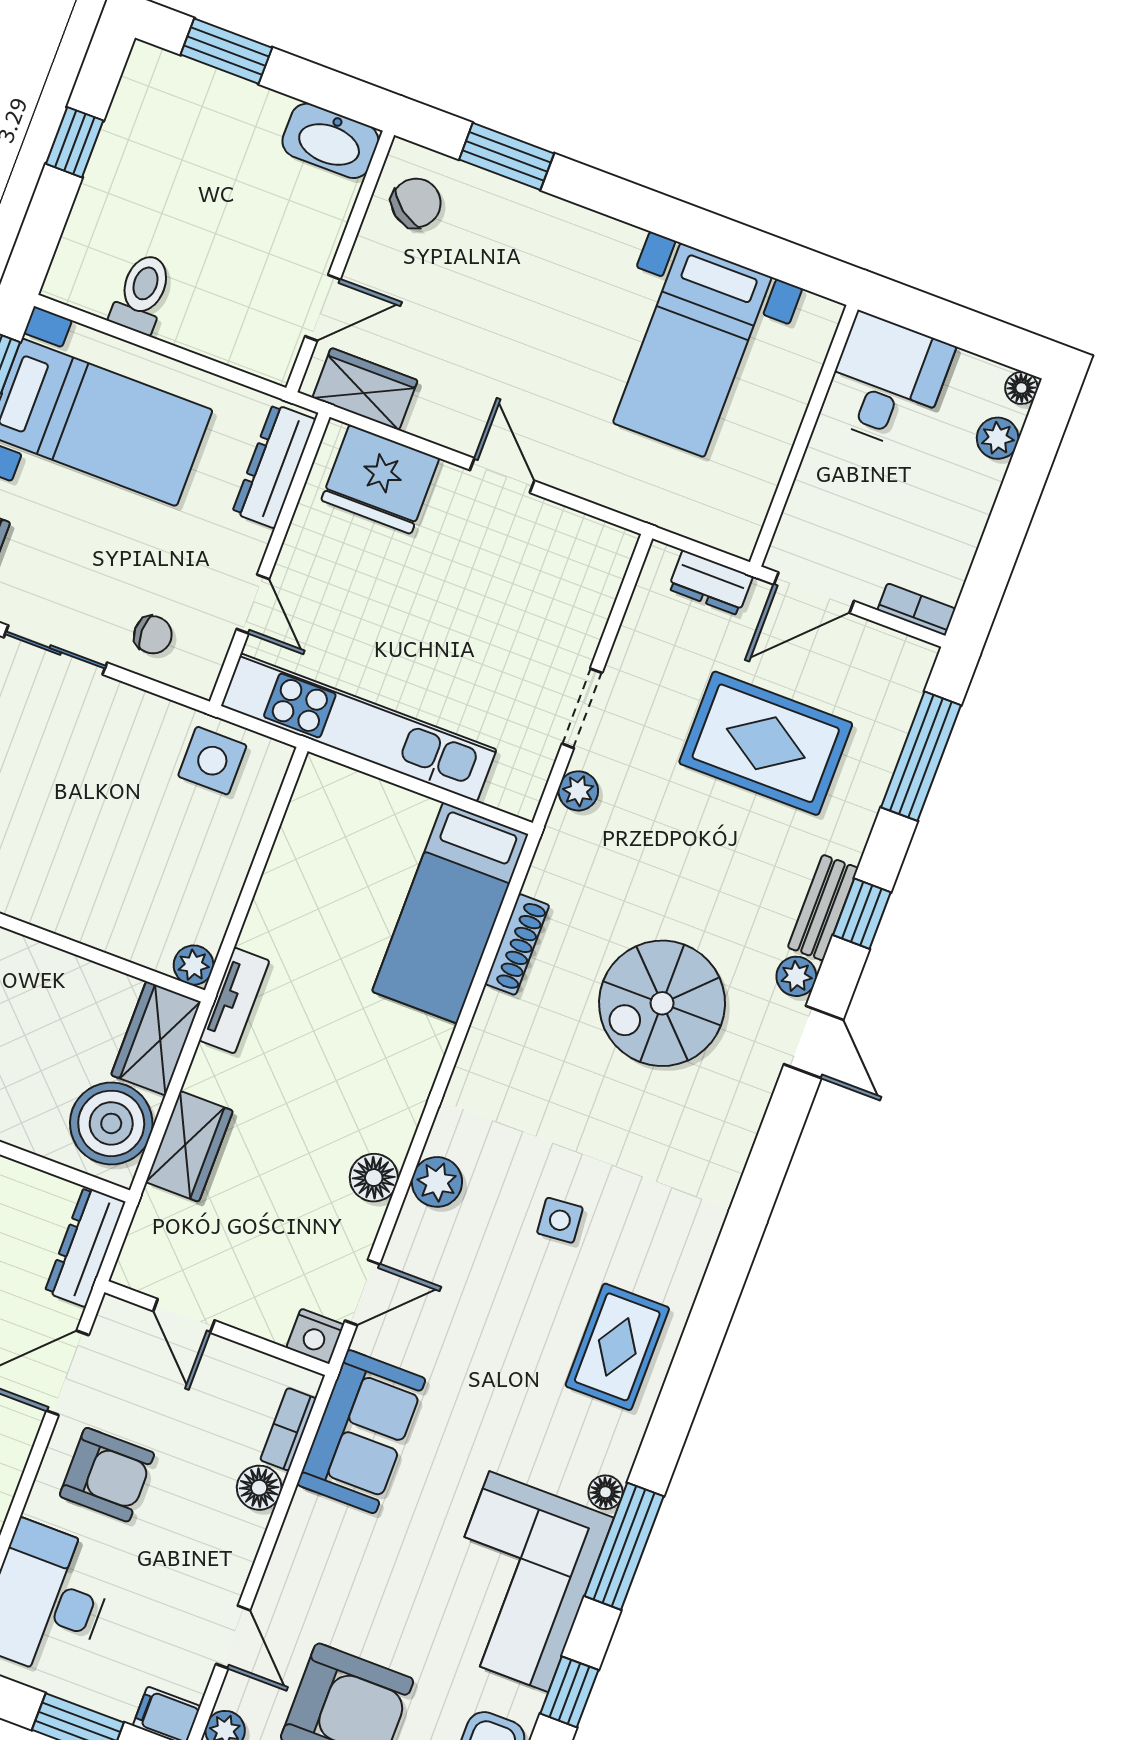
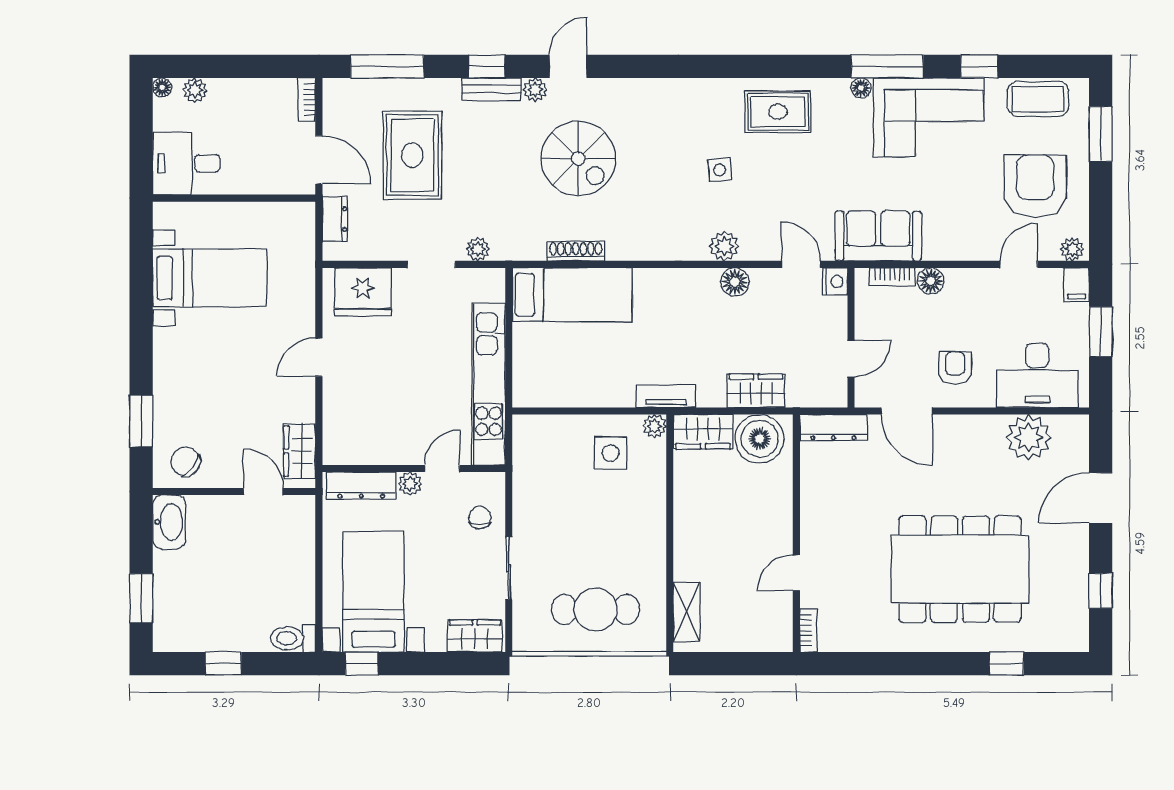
toilet: (142, 293) -> (293, 638), moved
fridge: (380, 479) -> (363, 292), moved, turned 90
plant: (248, 544) -> (410, 484), added
side table: (212, 761) -> (611, 453), moved
armchair: (107, 1475) -> (955, 368), width x0.72, depth x0.72

